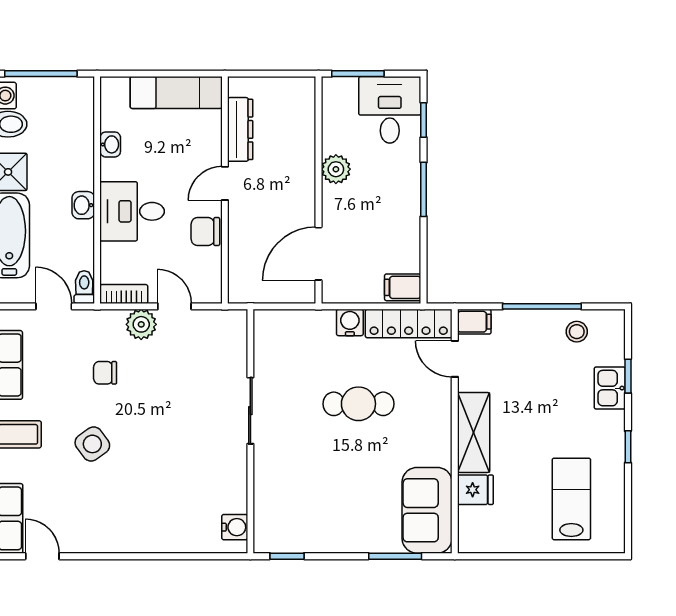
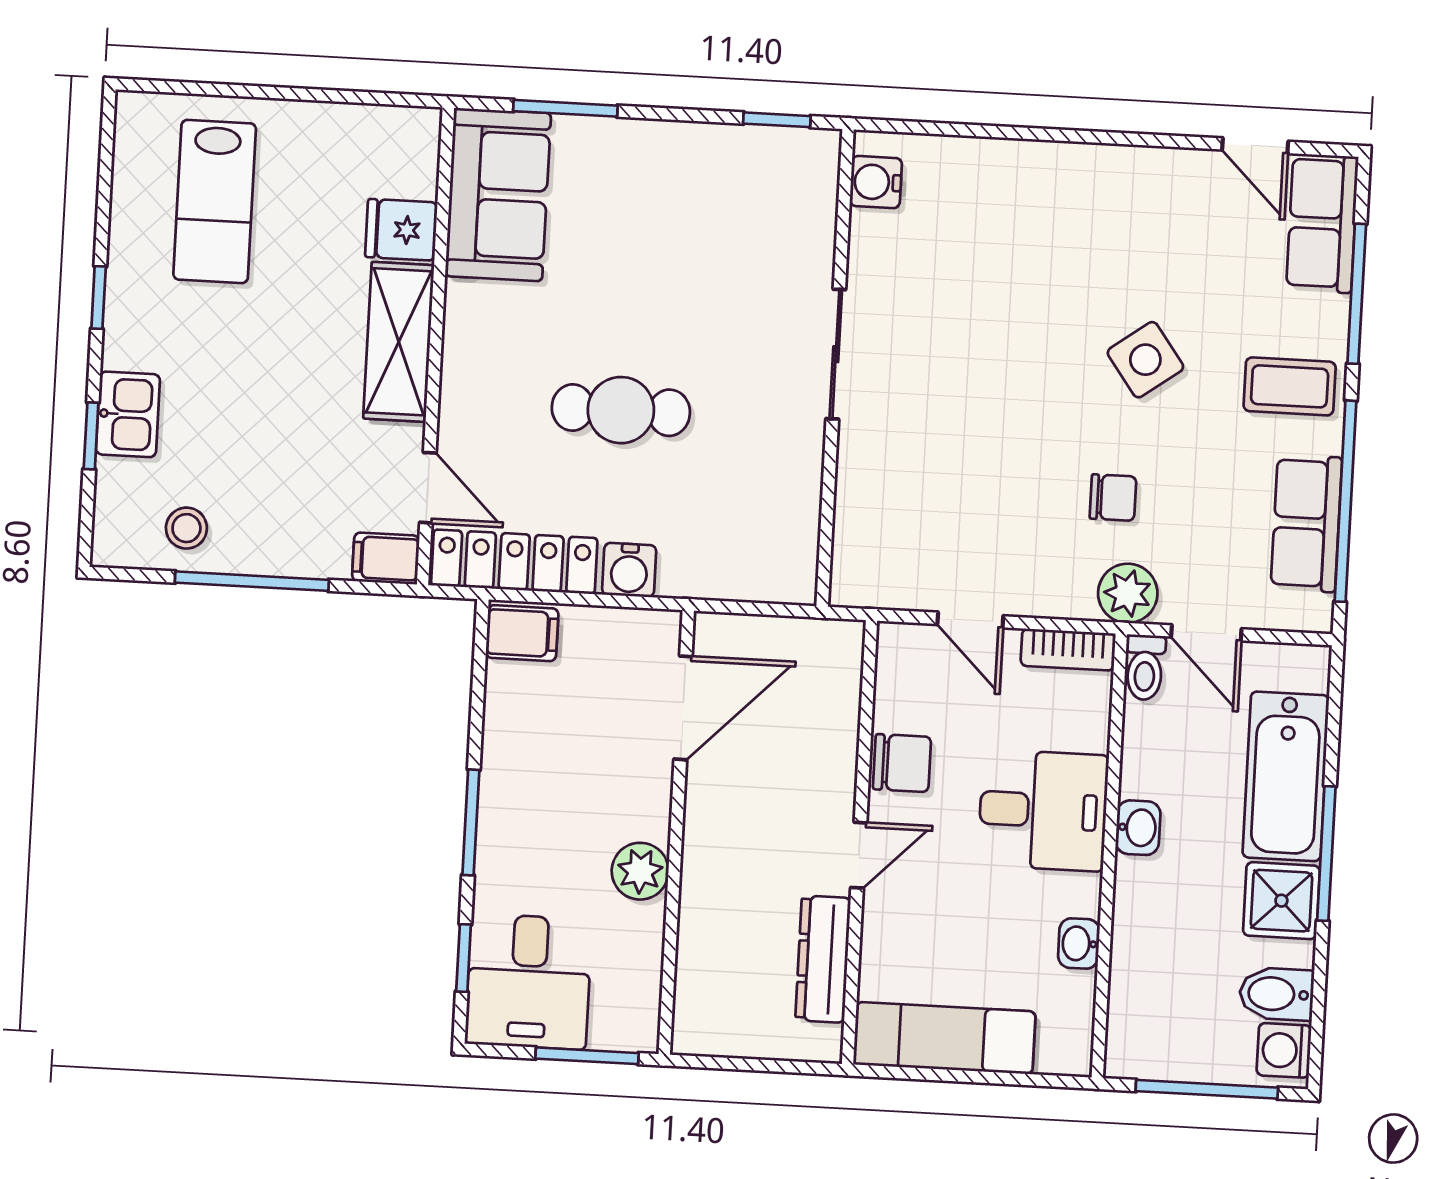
plant: (141, 324) -> (1128, 593), moved
sliding door: (250, 411) -> (836, 354), moved

